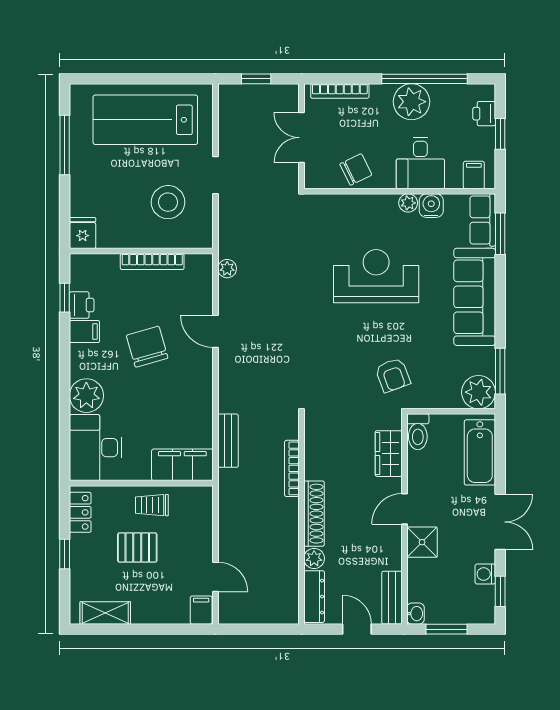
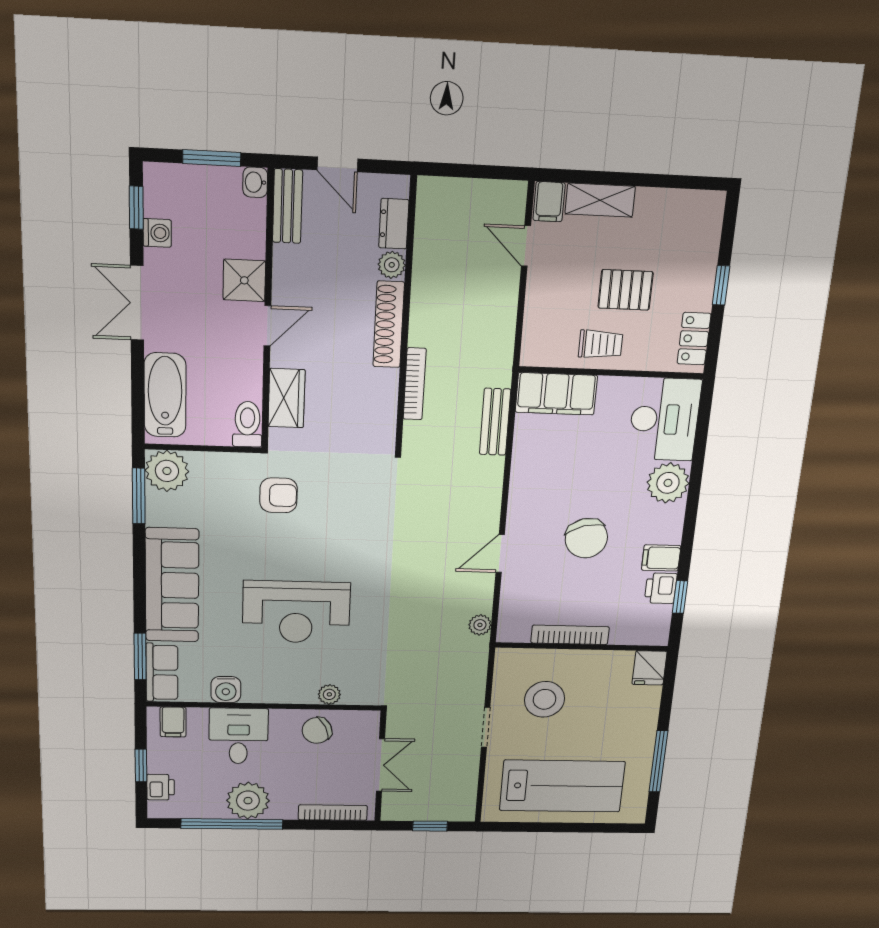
plant: (408, 203) -> (329, 694), moved
door: (215, 331) -> (500, 554), swing flipped
armchair: (393, 375) -> (278, 495), turned 110
dresser: (314, 597) -> (394, 224), width x0.70
shelving: (105, 613) -> (600, 200), moved

